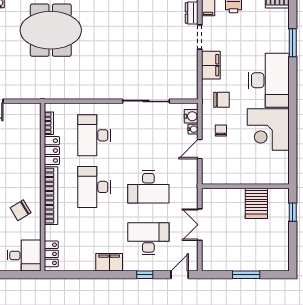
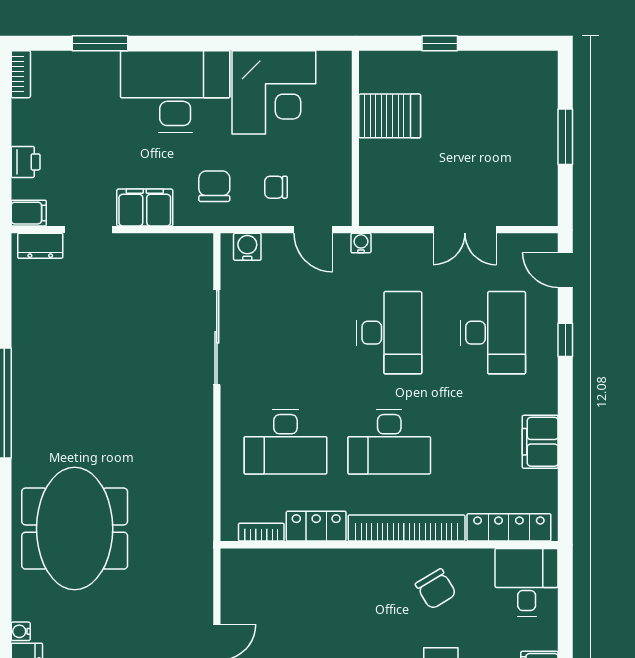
water cooler: (193, 129) -> (361, 243), moved
wall: (245, 186) -> (355, 138), moved
server rack: (256, 203) -> (390, 116), moved
desk: (148, 239) -> (493, 333), turned 180
locker: (51, 254) -> (509, 527), width x1.53
filing cabinet: (109, 262) -> (540, 442), moved

